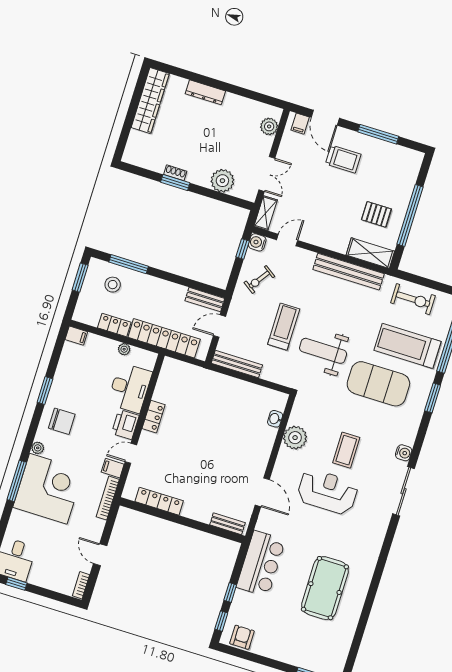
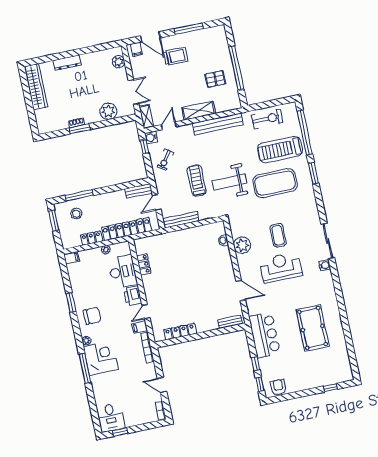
shelving: (370, 253) -> (199, 111), moved
locker: (154, 417) -> (144, 264), moved
water cooler: (404, 453) -> (325, 265), moved
corner desk: (48, 489) -> (101, 358), width x0.74, depth x0.74

